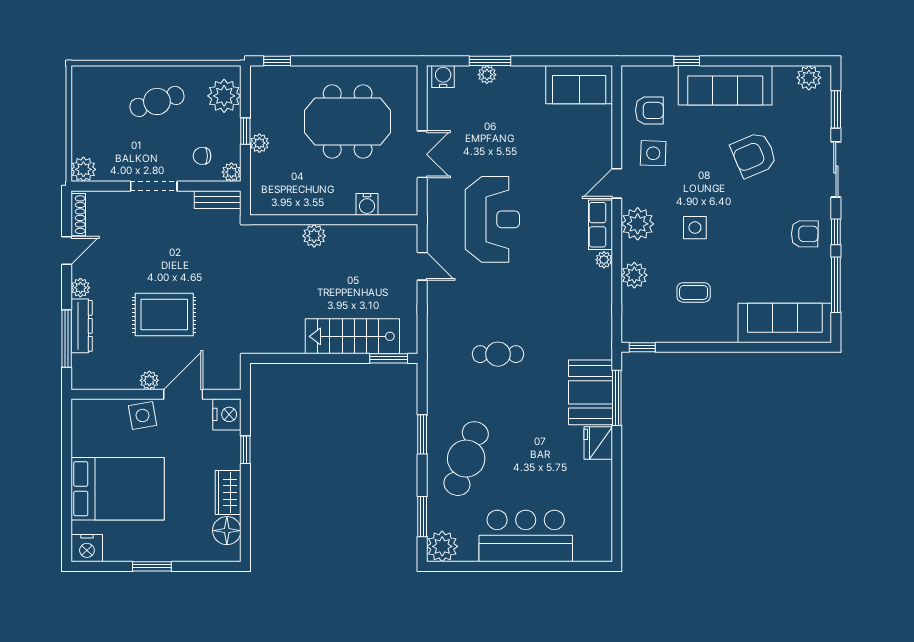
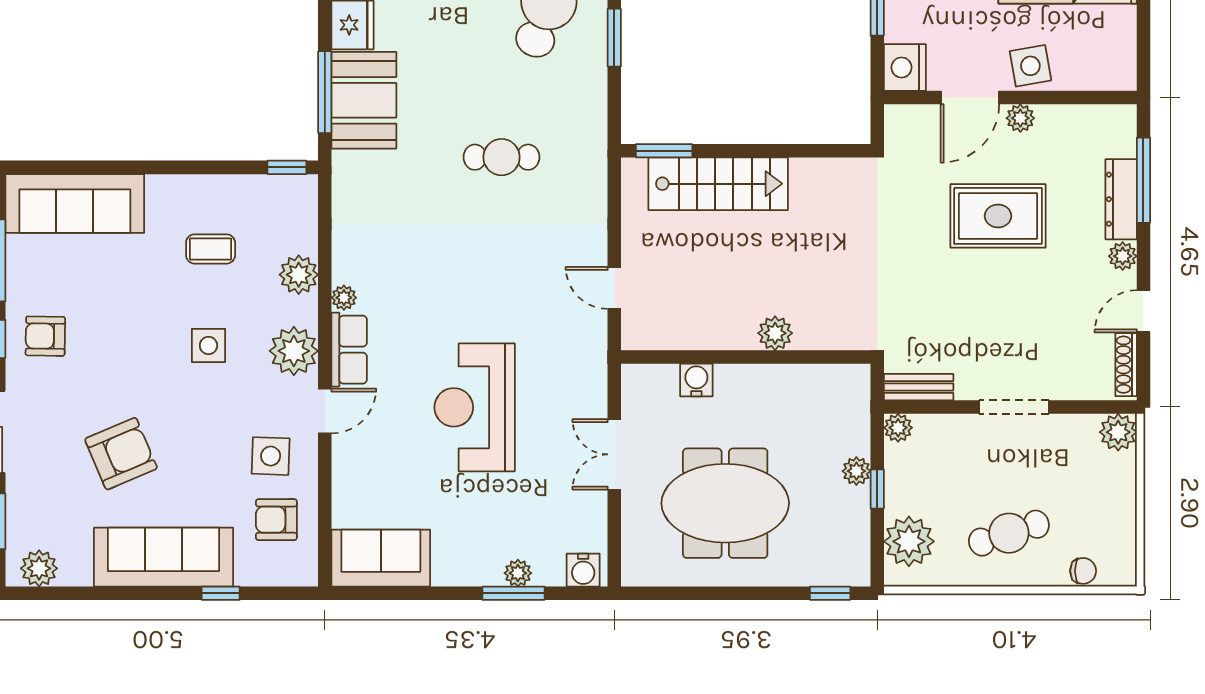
chair: (202, 156) -> (1083, 571), moved
reception desk: (492, 219) -> (475, 407), moved

